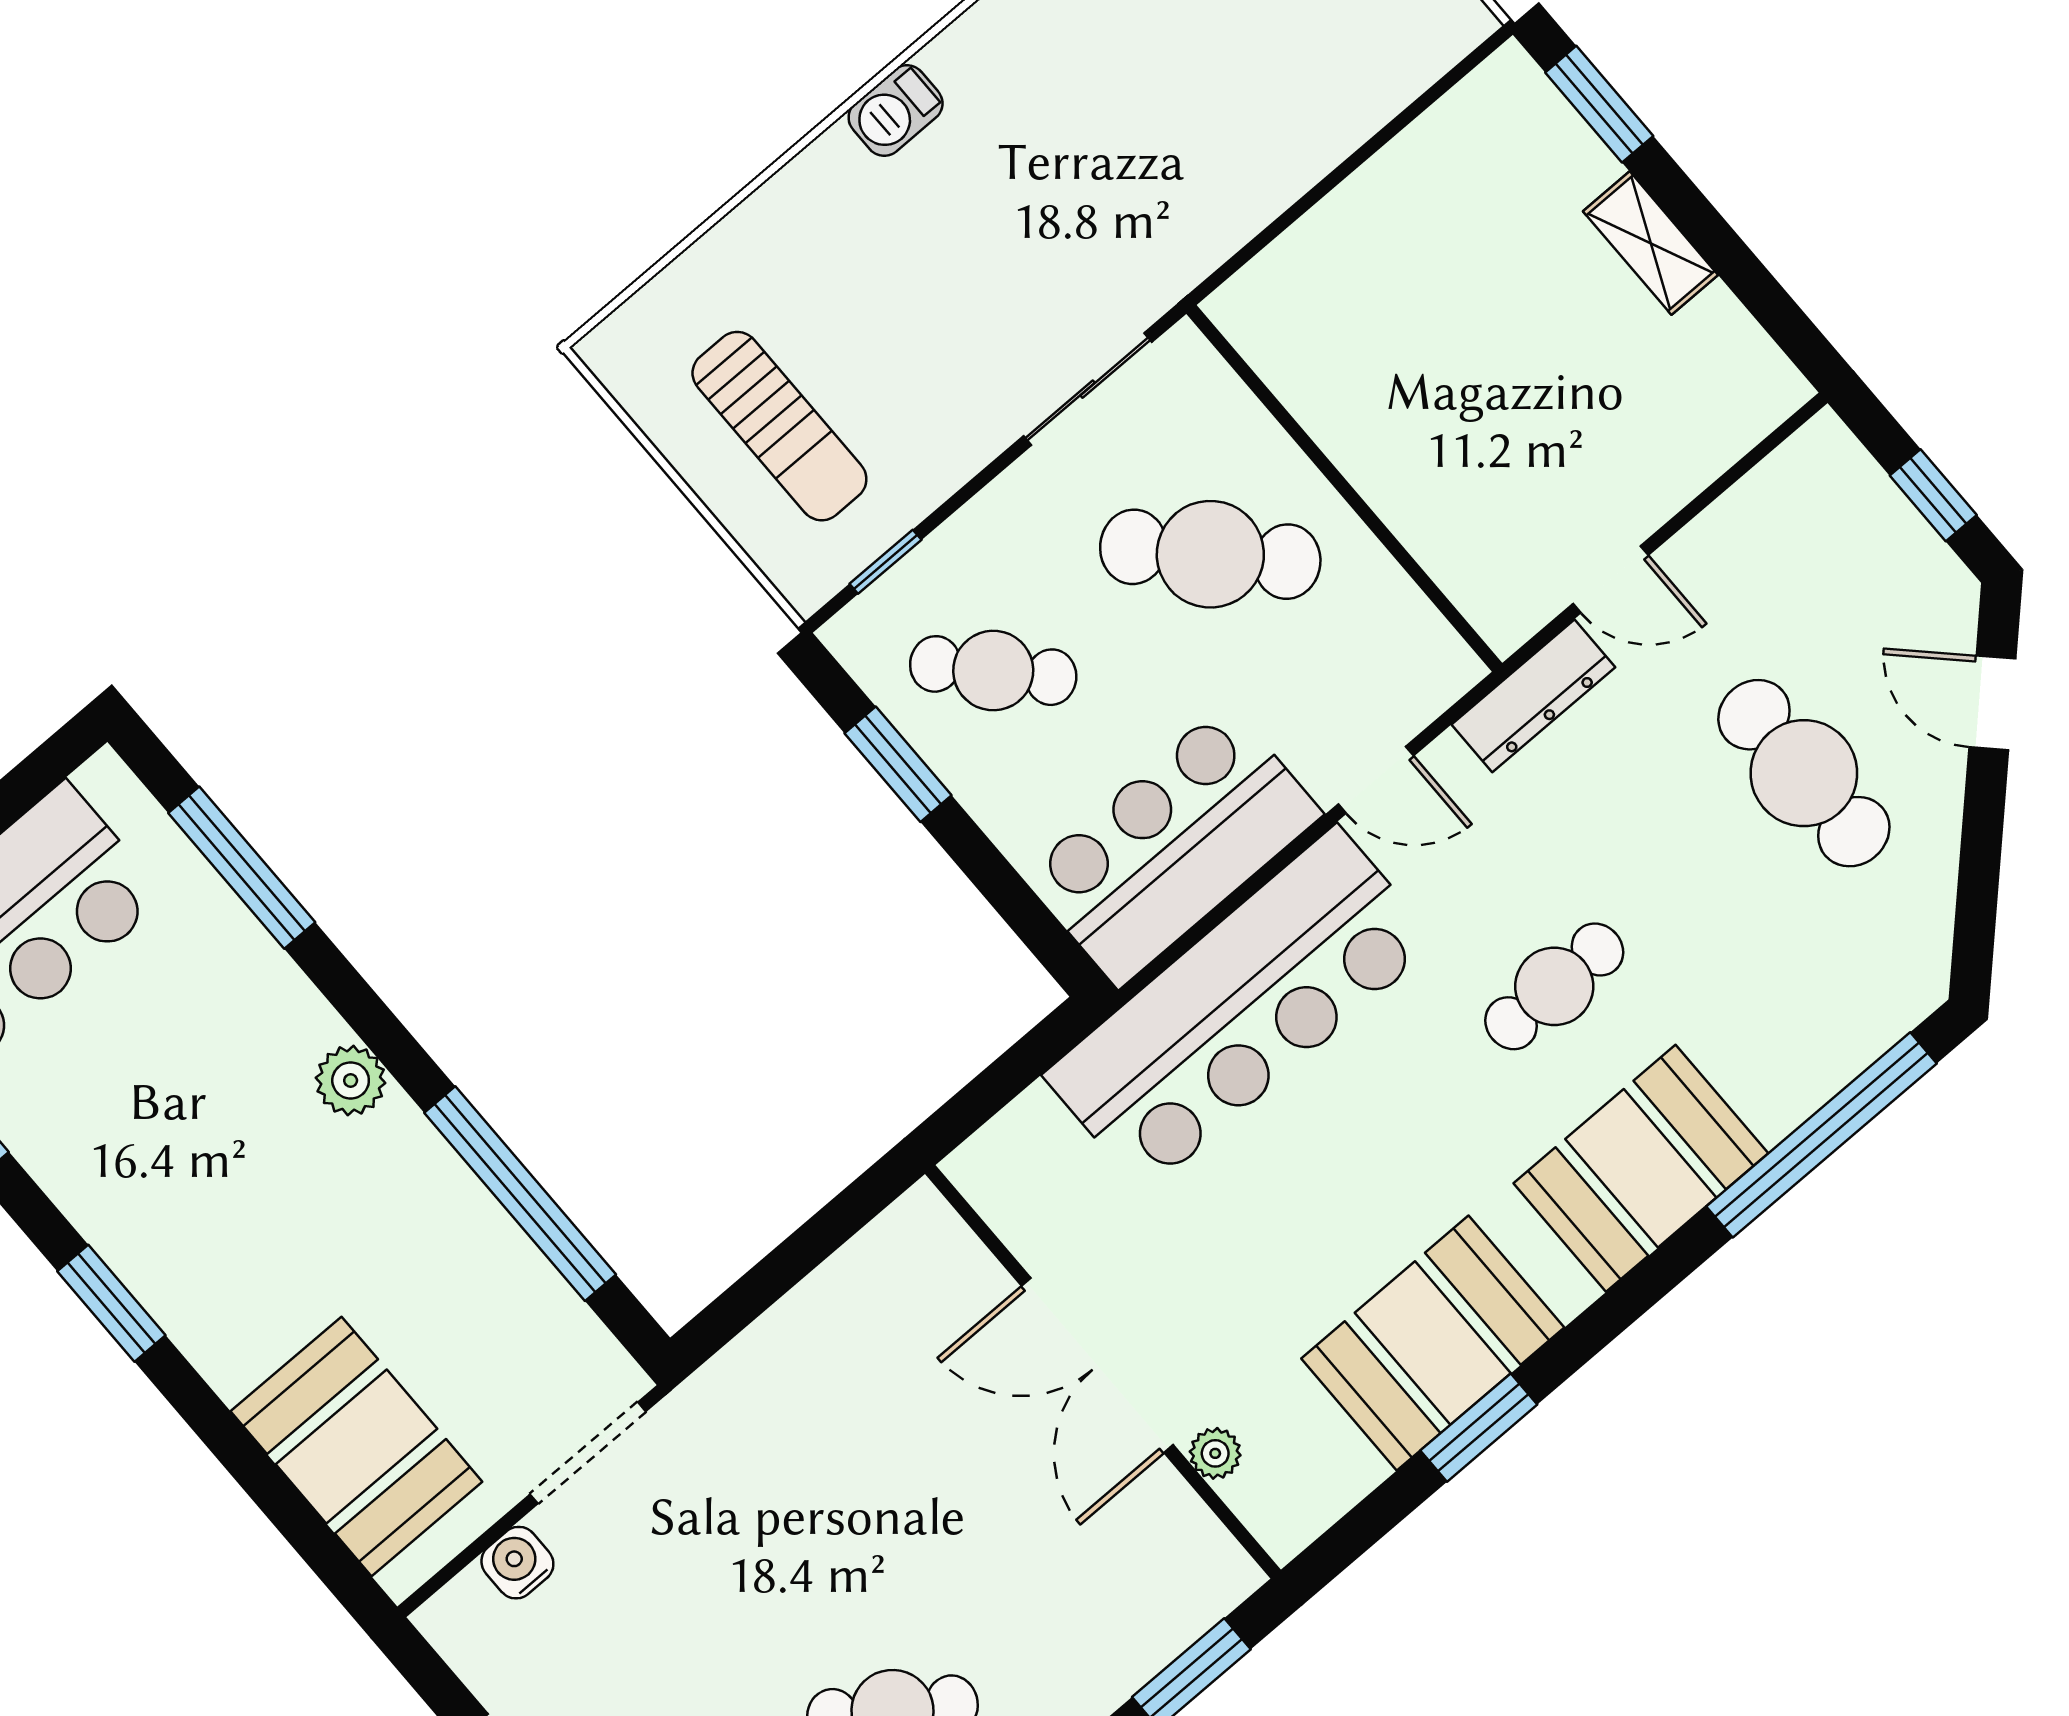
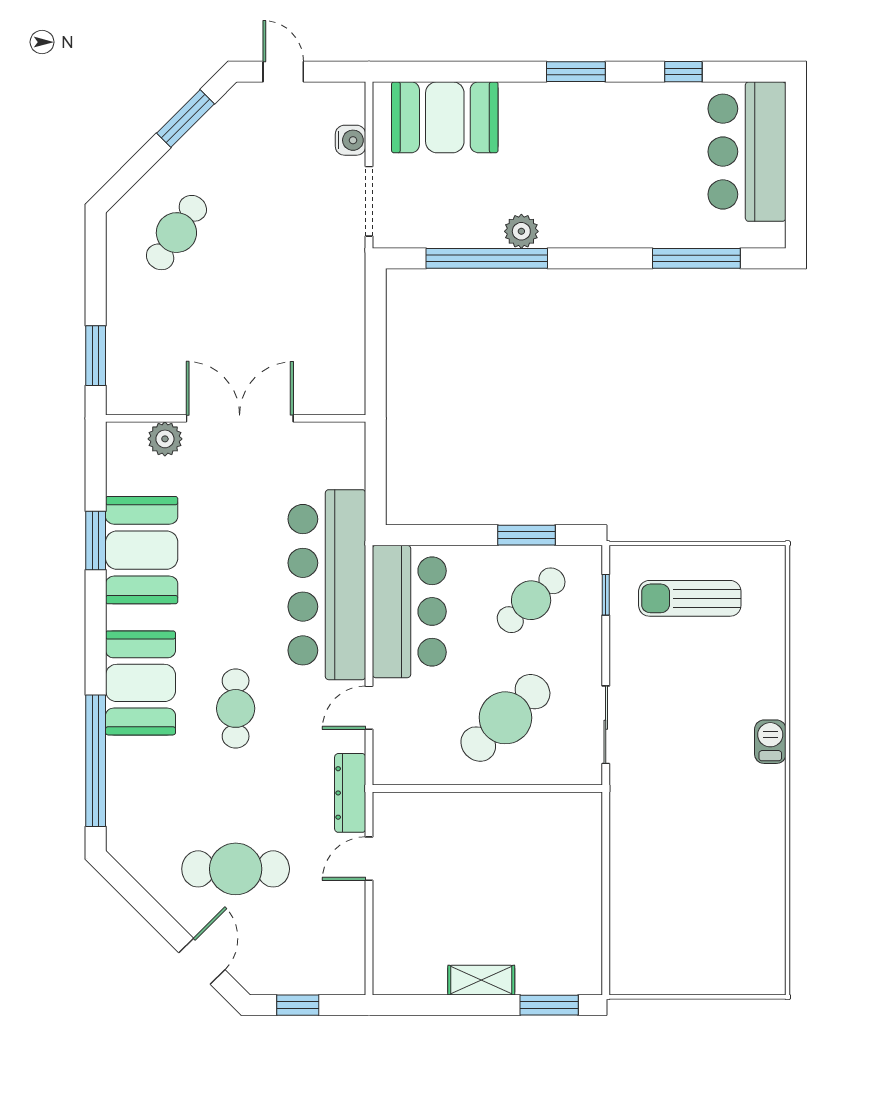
door: (1992, 703) -> (202, 961), hinge flipped
plant: (351, 1080) -> (521, 231), moved
plant: (1215, 1453) -> (165, 439), width x1.38, depth x1.38

